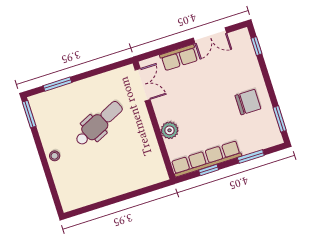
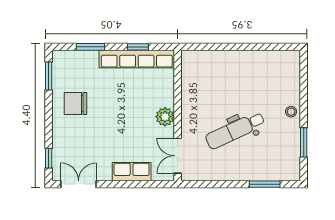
double door: (210, 35) -> (79, 184), moved
window: (29, 114) -> (304, 142), moved
plant: (170, 130) -> (165, 117), moved

